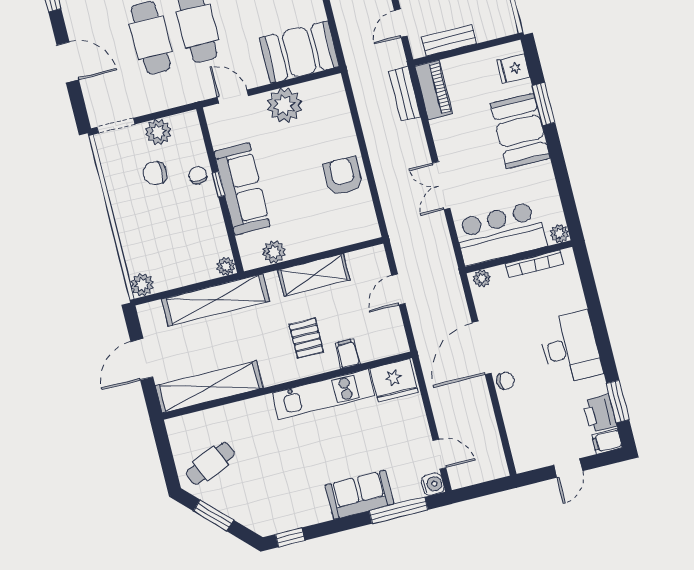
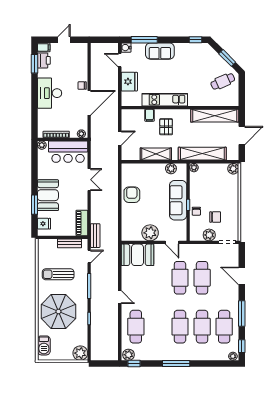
bench: (405, 94) -> (95, 236), moved
armchair: (343, 176) -> (132, 195), turned 180
fridge: (394, 380) -> (129, 82), moved, turned 90

